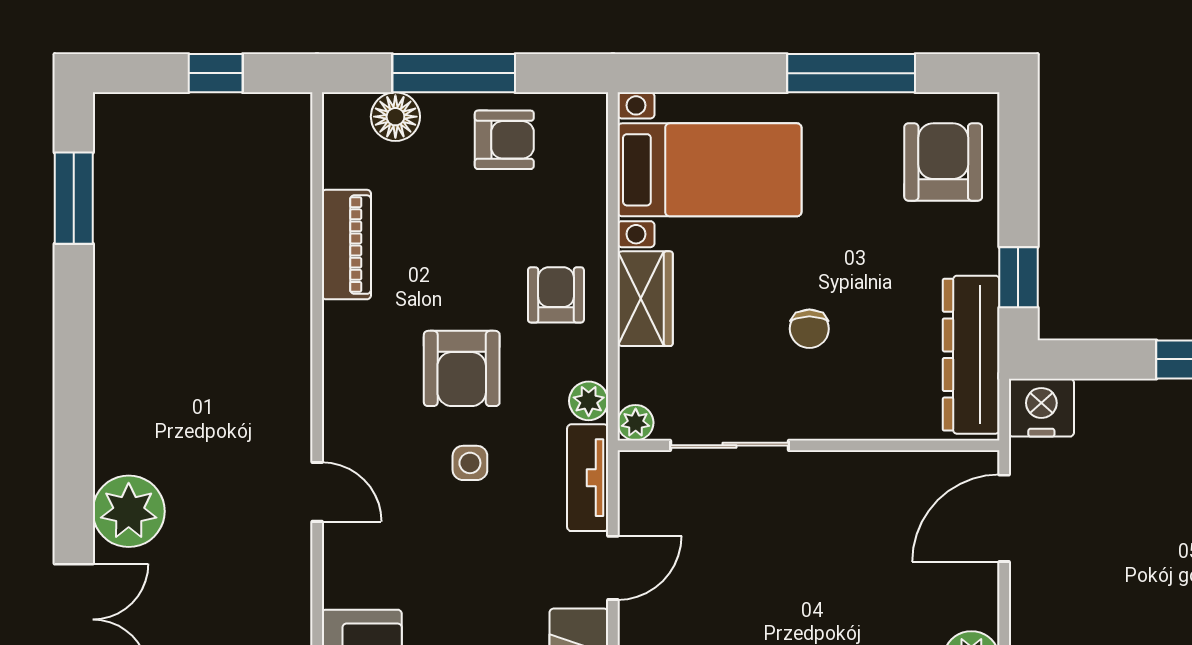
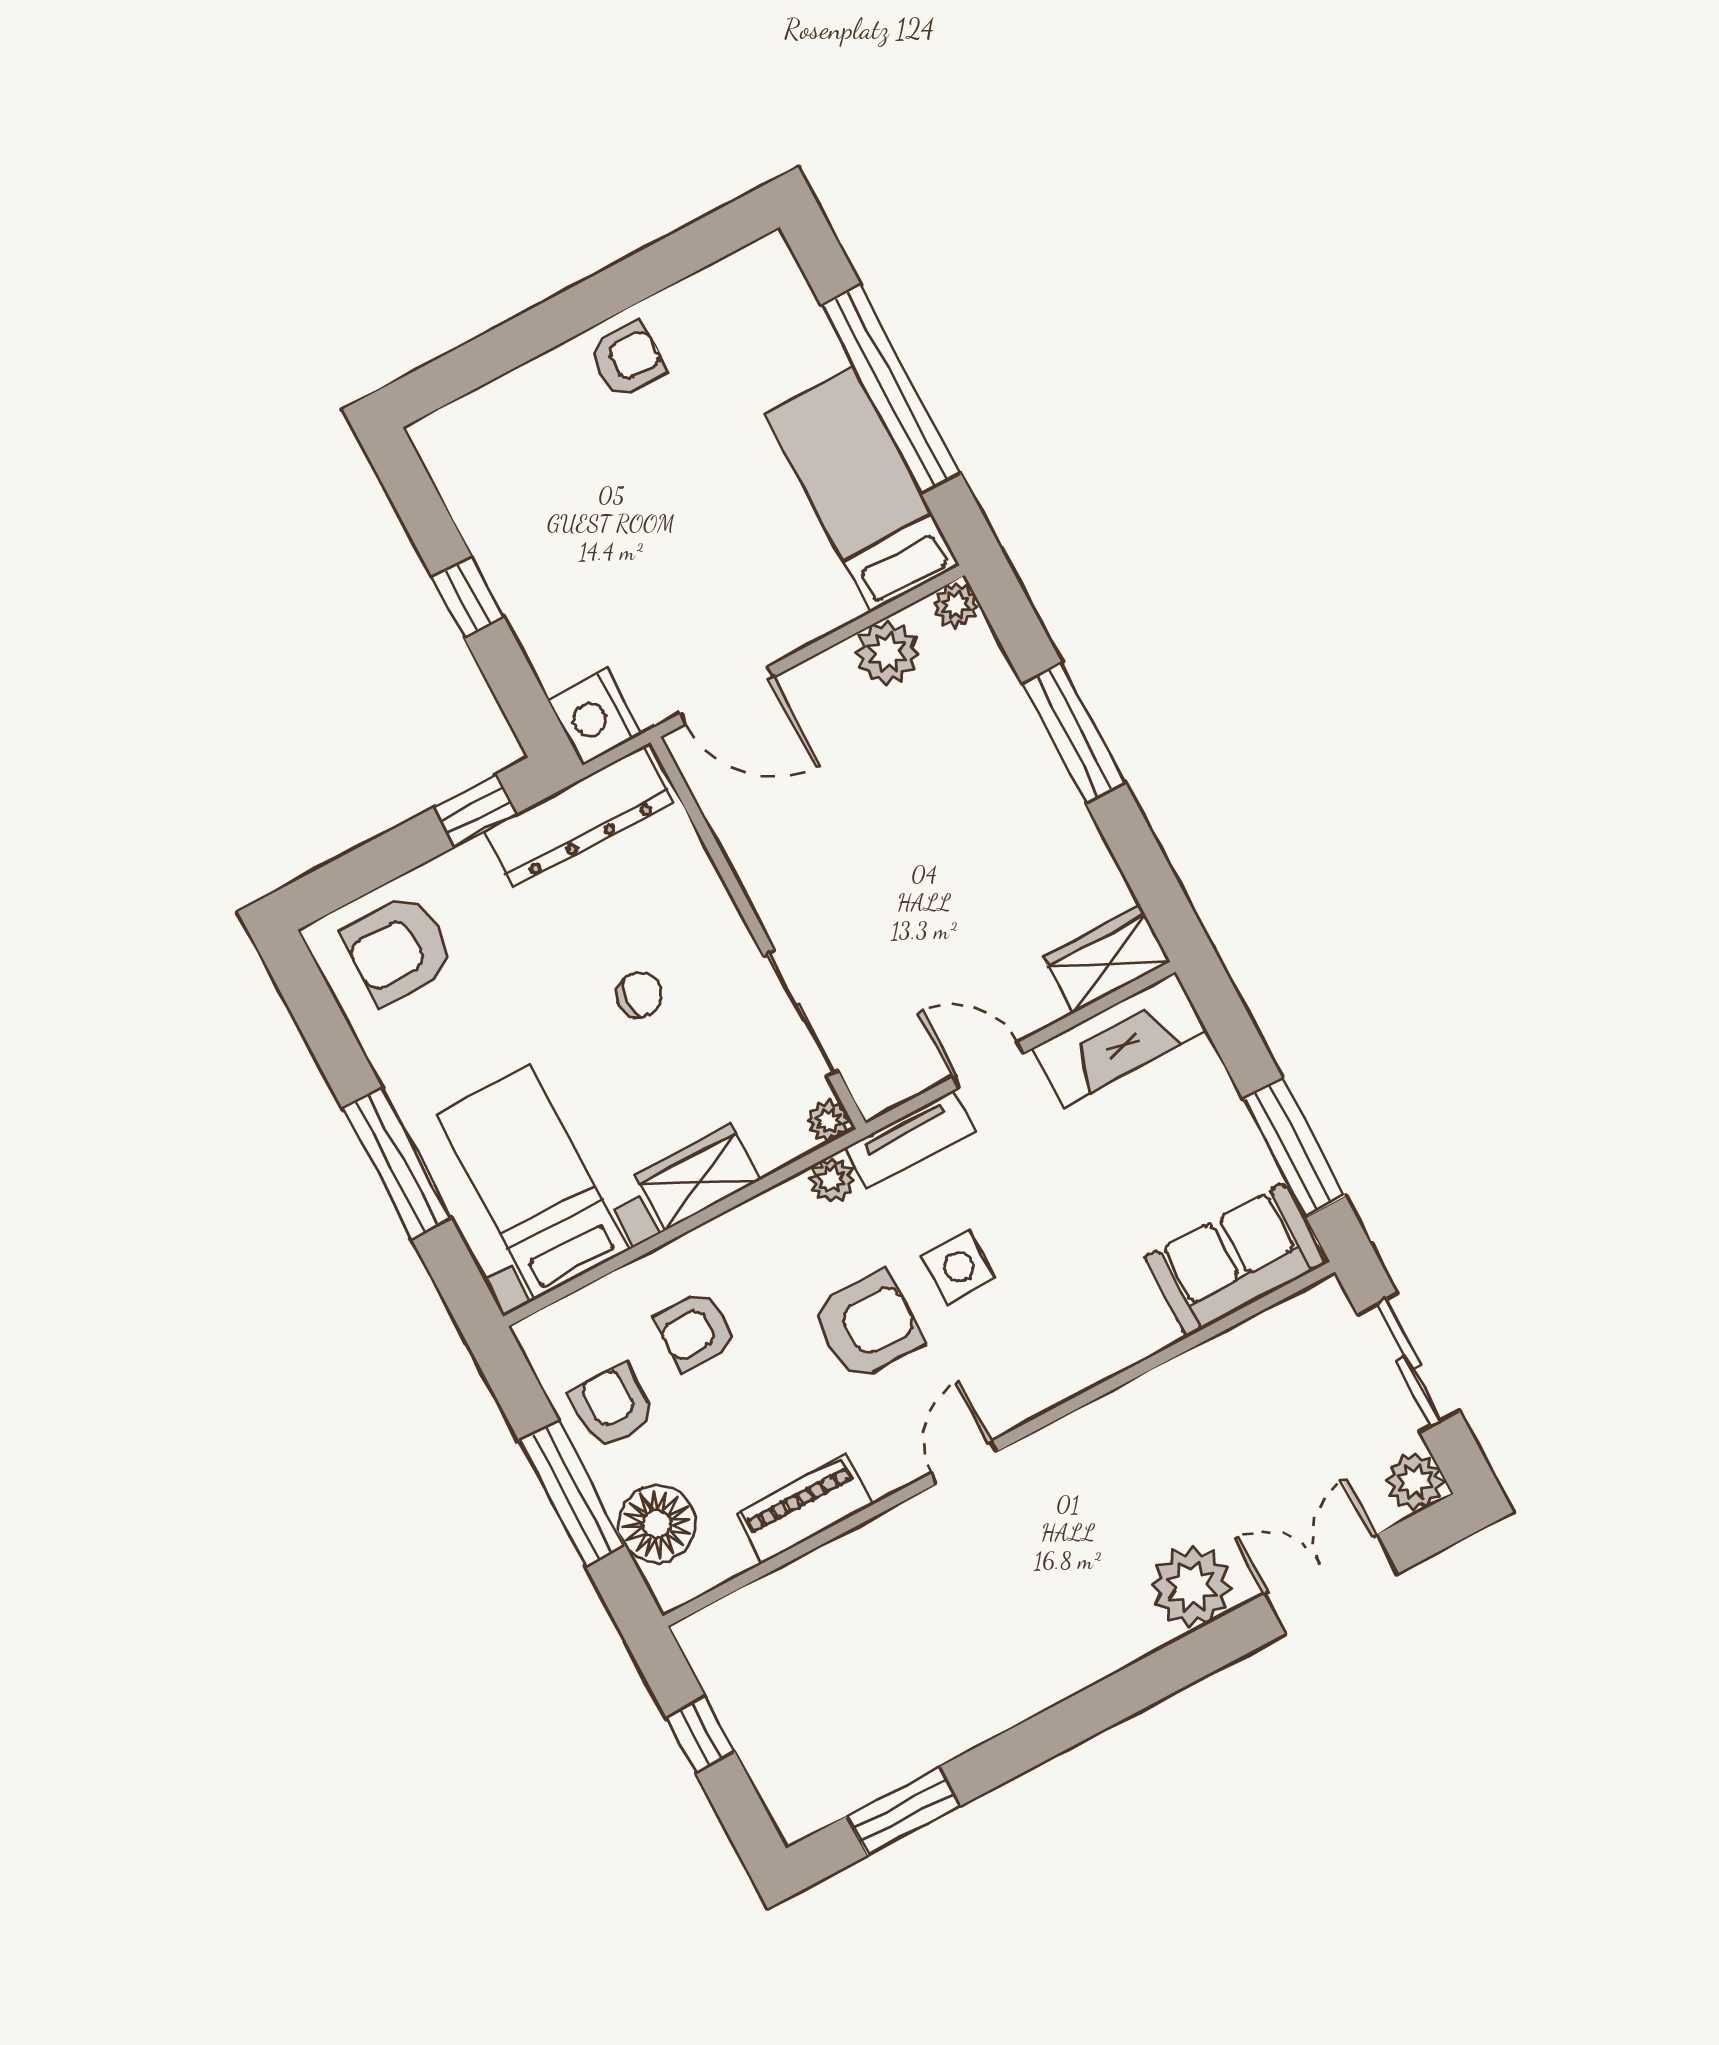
window: (851, 73) -> (397, 1163), moved
floor lamp: (395, 117) -> (657, 1524), width x1.38, depth x1.38
armchair: (556, 295) -> (696, 1331), moved
side table: (470, 463) -> (959, 1267), width x1.37, depth x1.37
door: (317, 492) -> (964, 1463), moved

